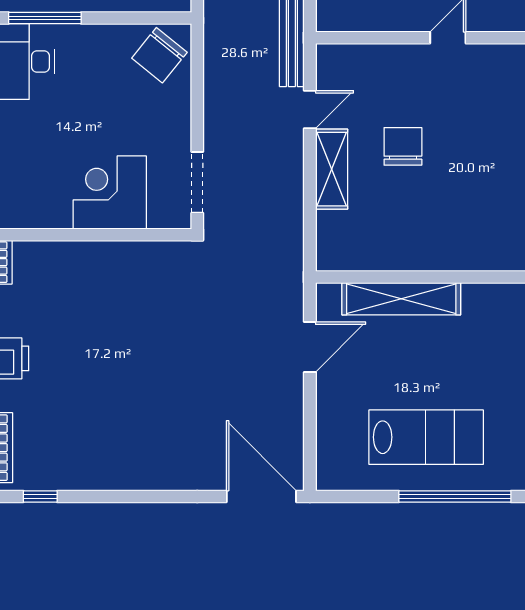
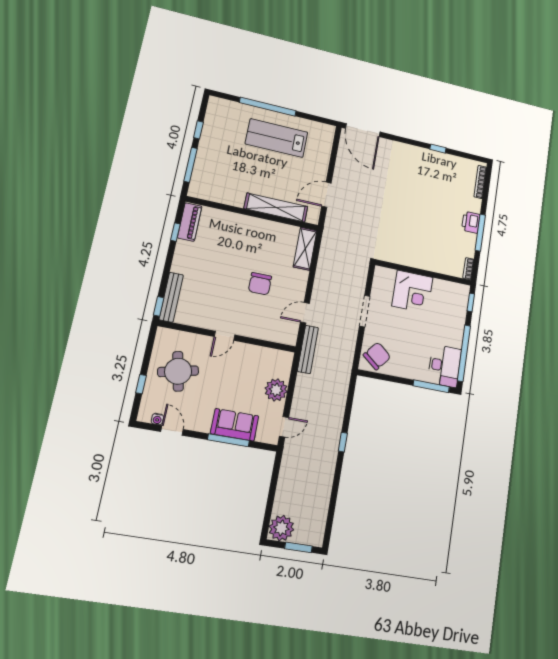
shelving: (332, 169) -> (305, 249), moved
doorway: (197, 182) -> (365, 311), moved
window: (40, 496) -> (438, 149), moved

